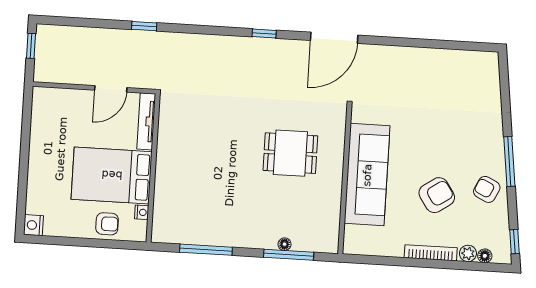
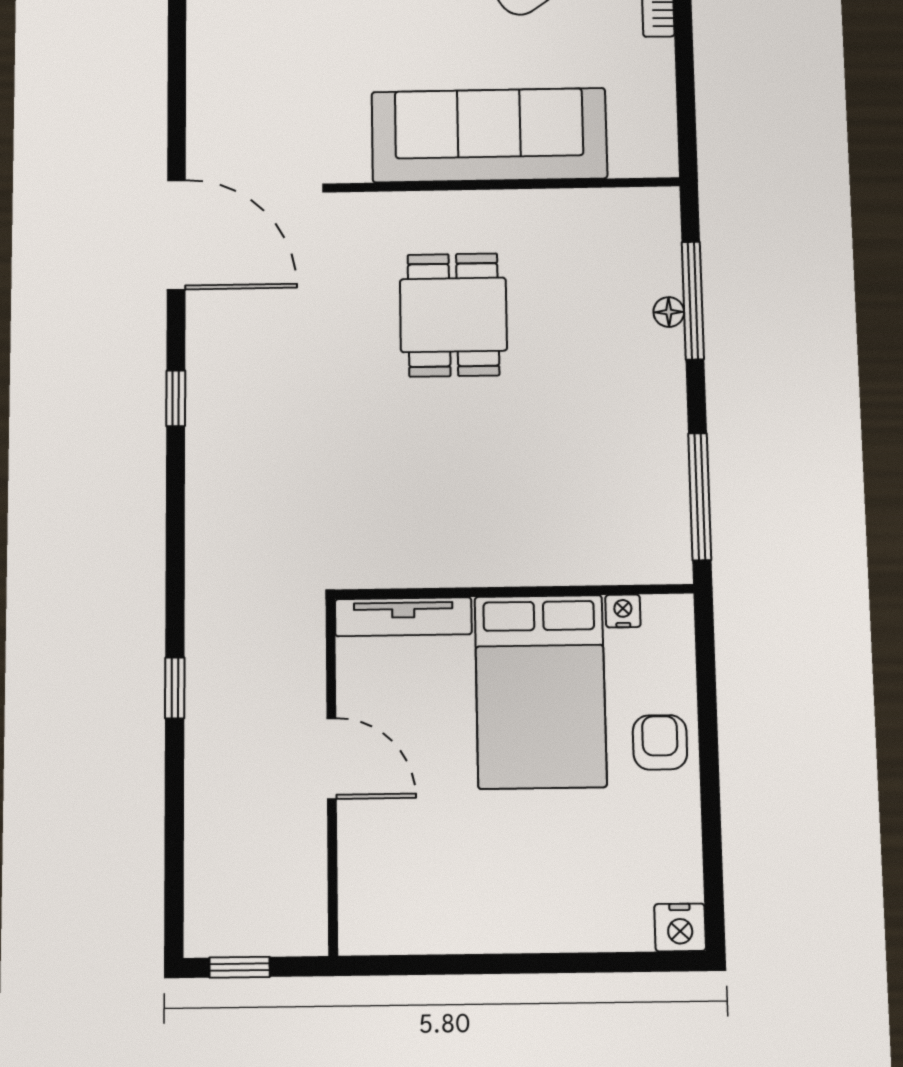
tv unit: (146, 121) -> (403, 617), moved
wall: (153, 168) -> (514, 592), moved
bed: (112, 175) -> (540, 691), moved
nightstand: (142, 212) -> (623, 611), moved

